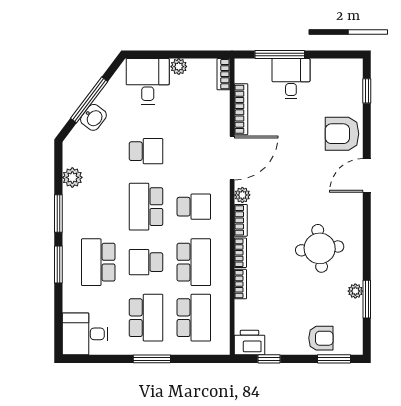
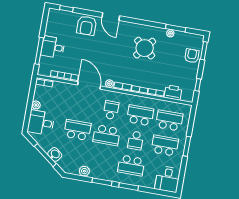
school desk: (146, 151) -> (77, 130), width x1.85
round table: (320, 248) -> (145, 48), turned 45
printer: (250, 342) -> (173, 92), moved, turned 90

